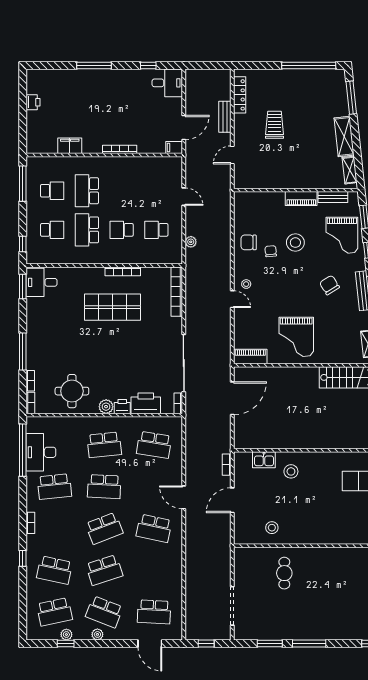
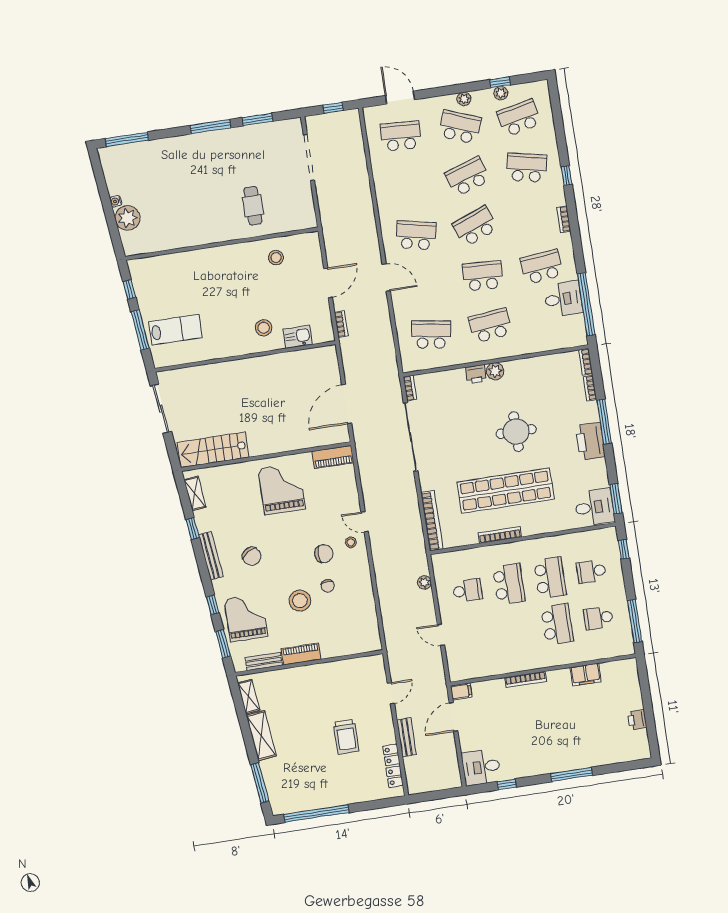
school desk: (122, 230) -> (509, 584), width x1.85
chair: (249, 242) -> (324, 554), moved
shop shelf: (112, 307) -> (506, 491), width x1.40
round table: (72, 391) -> (516, 432), moved
printer: (146, 403) -> (590, 441), moved, turned 90
desk: (41, 452) -> (563, 299), width x0.73

